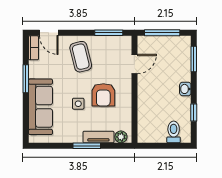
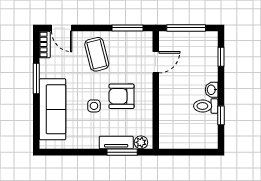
window: (194, 59) -> (221, 57), width x0.67
armchair: (103, 95) -> (122, 96), turned 90
toilet: (174, 132) -> (206, 106), moved, turned -90
window: (87, 146) -> (122, 152), moved

